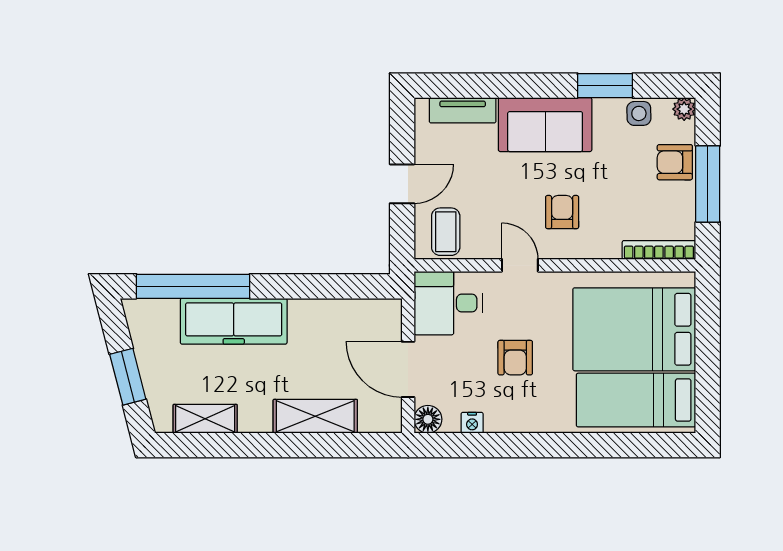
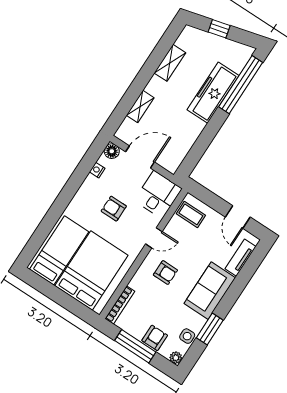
door: (402, 184) -> (238, 217), moved
window: (128, 377) -> (219, 29), width x0.67
shelving: (315, 416) -> (140, 106), width x0.67, depth x0.75
shelving: (205, 419) -> (170, 63), moved

